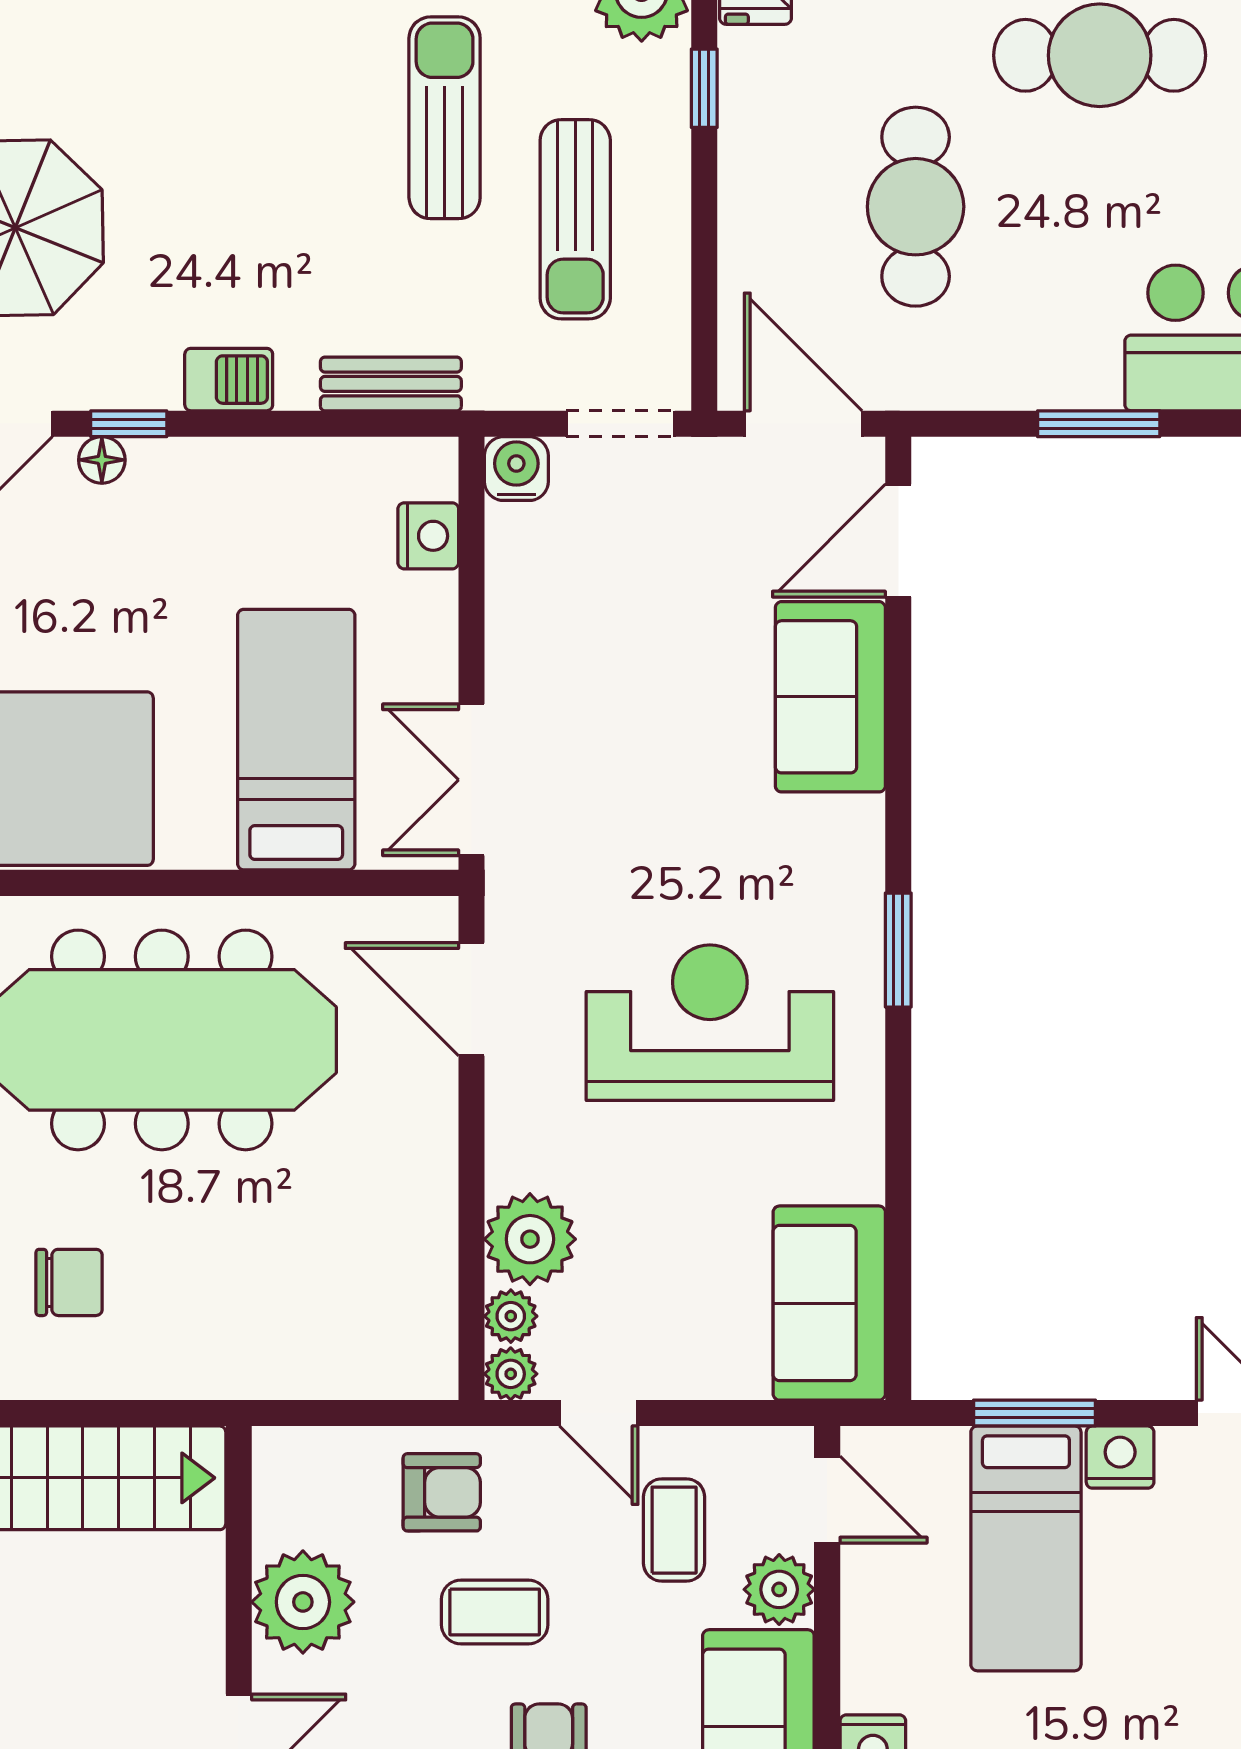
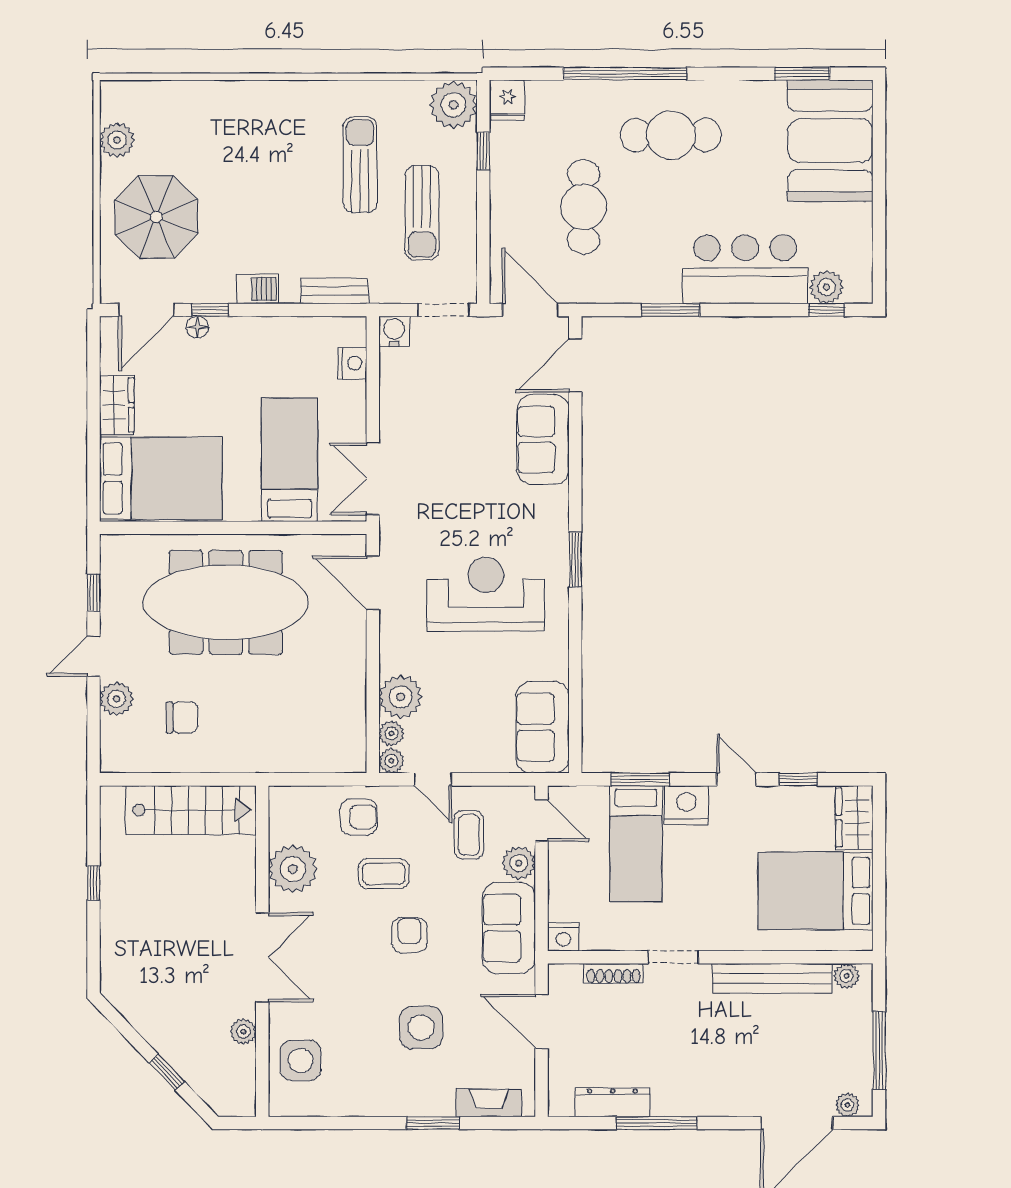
nightstand: (1120, 1457) -> (686, 805), width x1.36, depth x1.33

